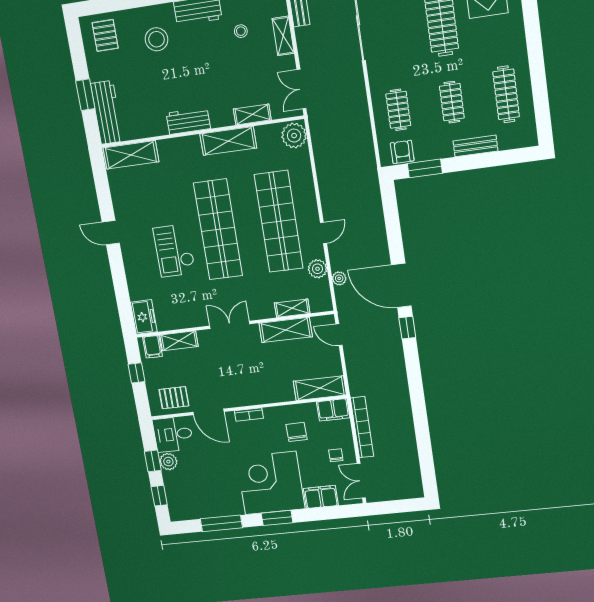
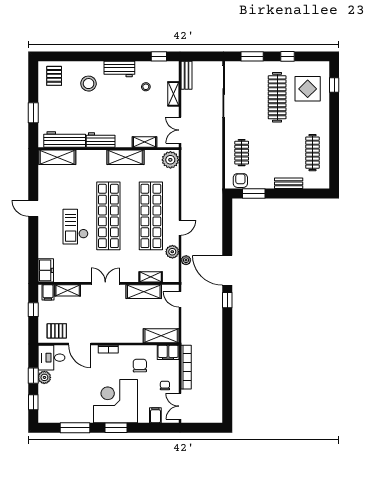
clothes rail: (452, 102) -> (277, 153), removed
workbench: (107, 112) -> (65, 140), moved, turned -90
filing cabinet: (321, 497) -> (155, 415), width x0.50

